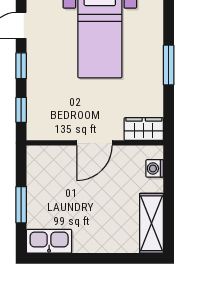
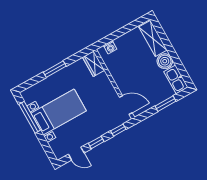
door: (95, 143) -> (126, 105), moved
shelving: (151, 223) -> (153, 39), moved, turned 90
boiler: (87, 240) -> (165, 61), added

